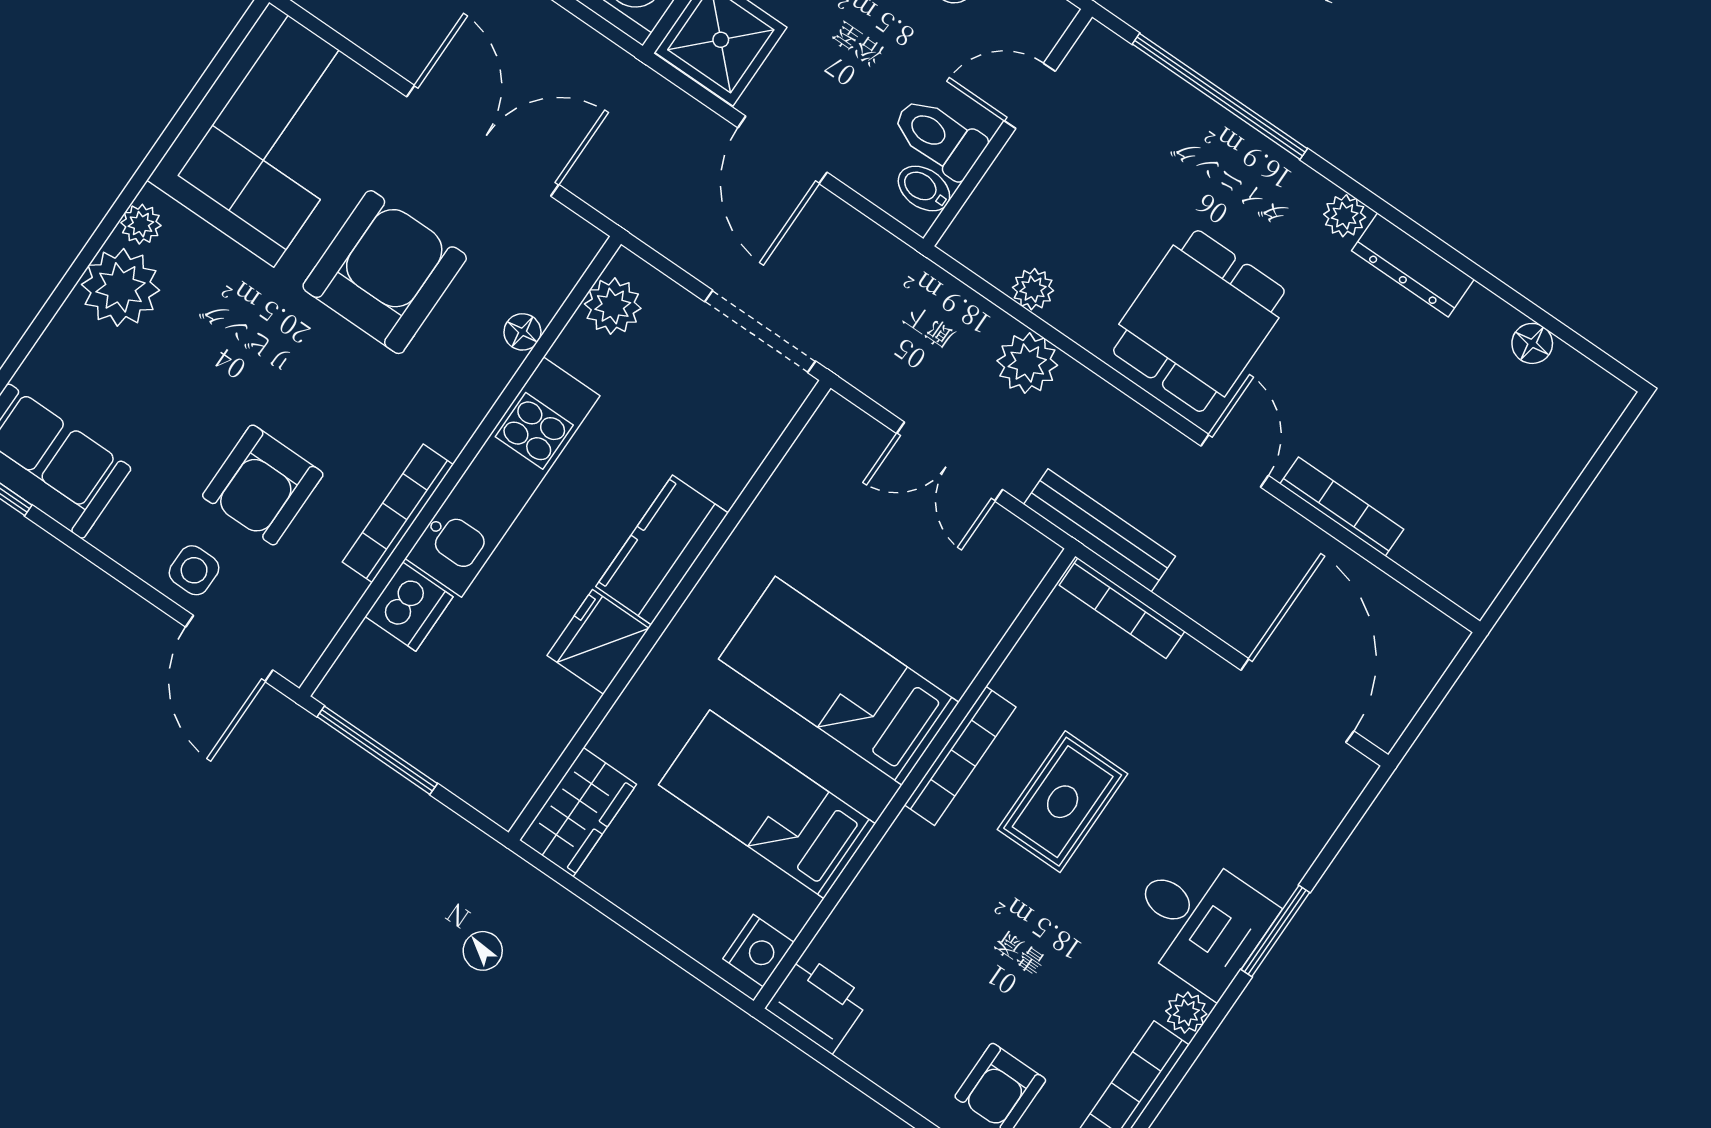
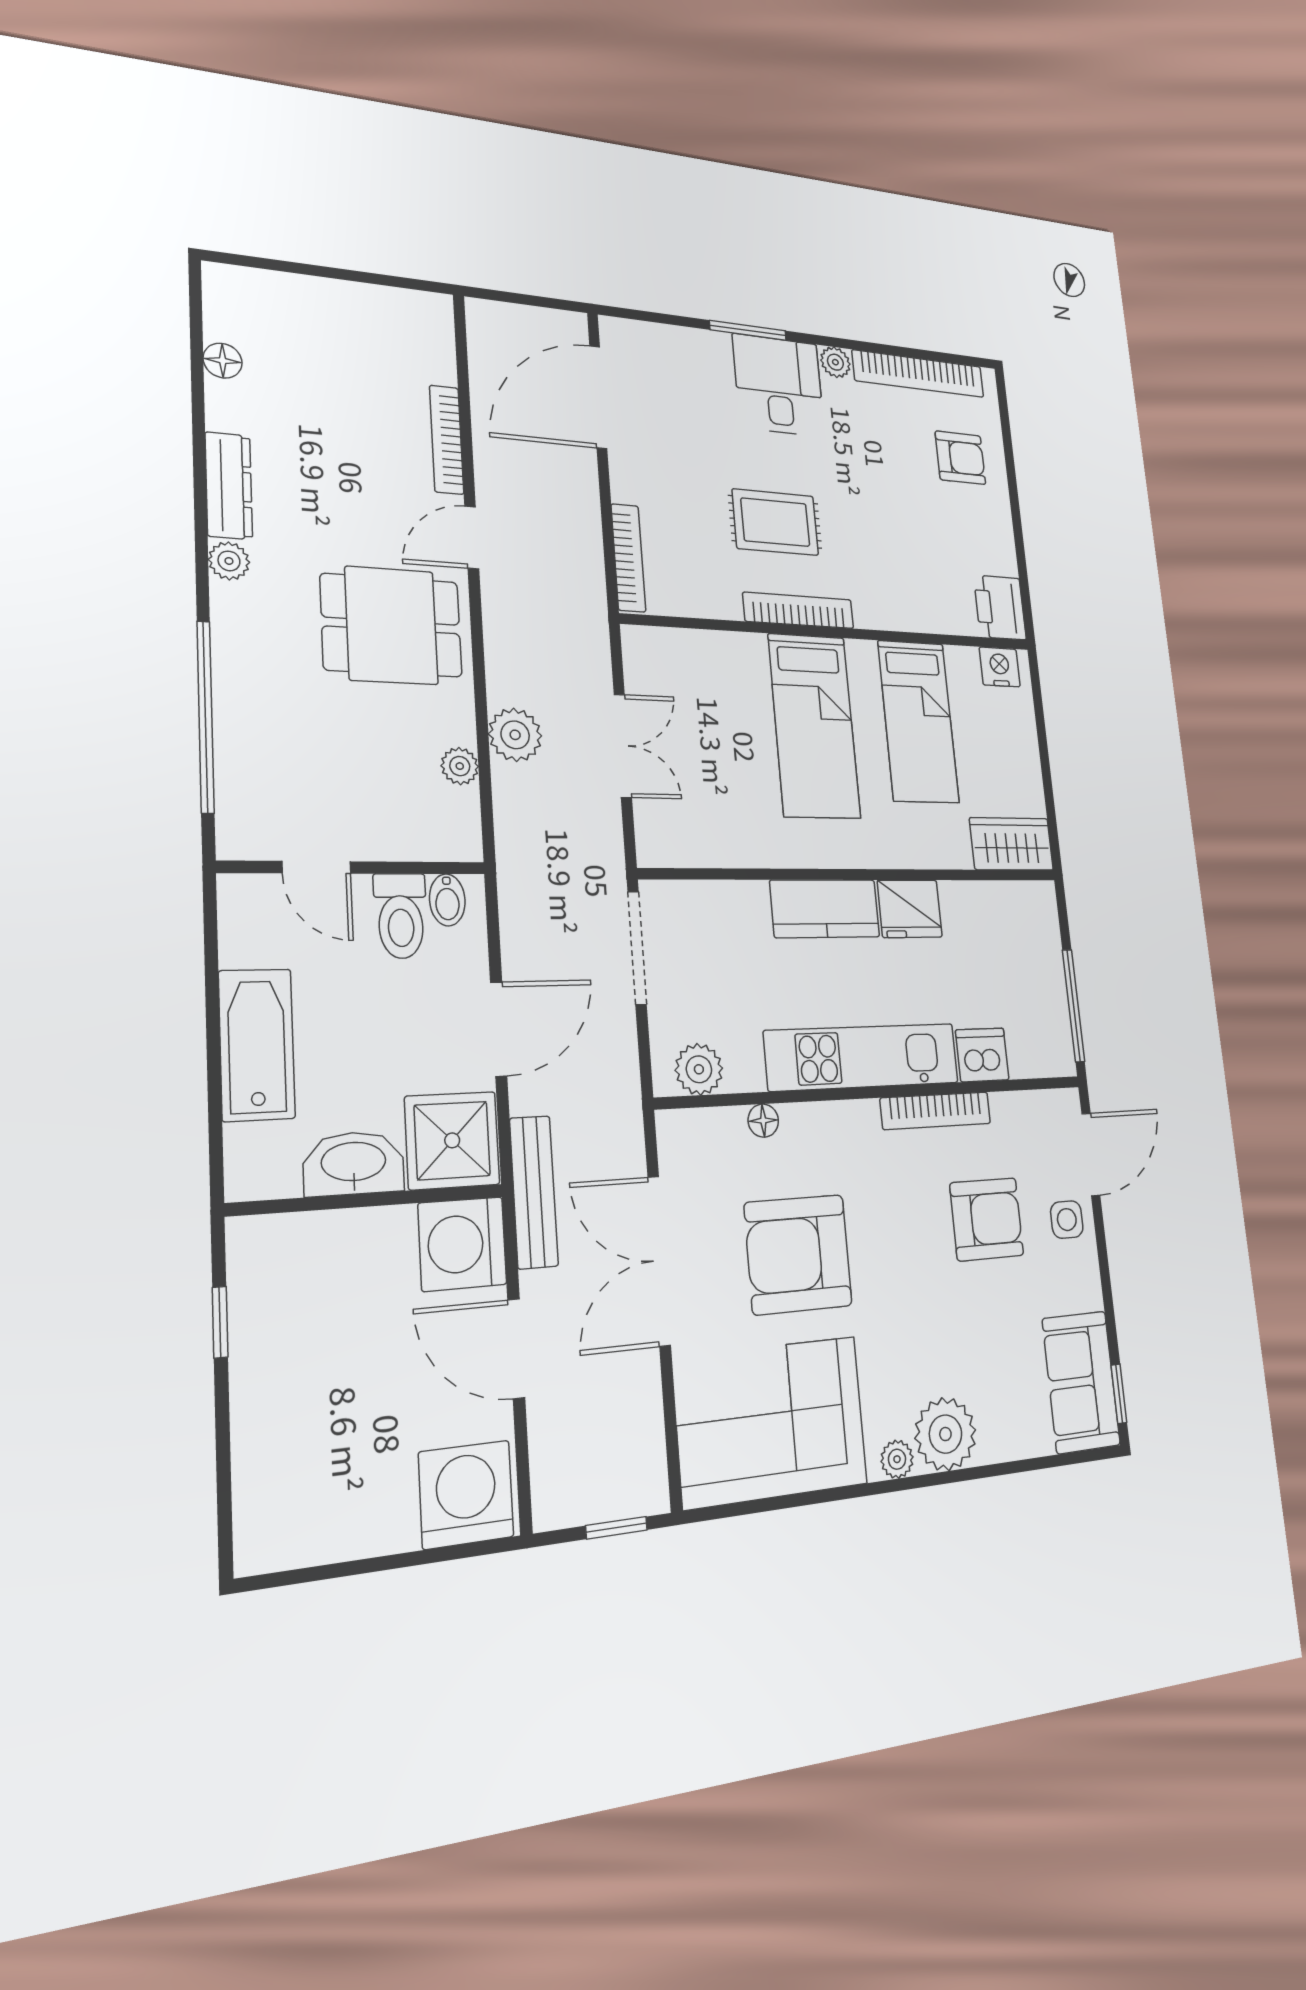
bench: (1099, 530) -> (534, 1192), moved

